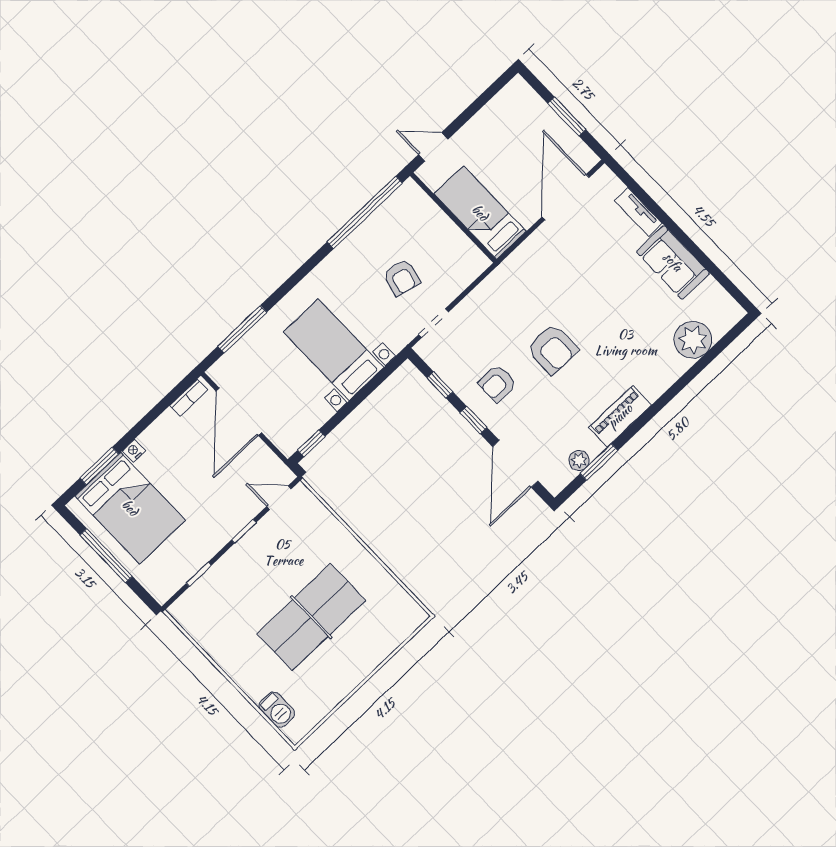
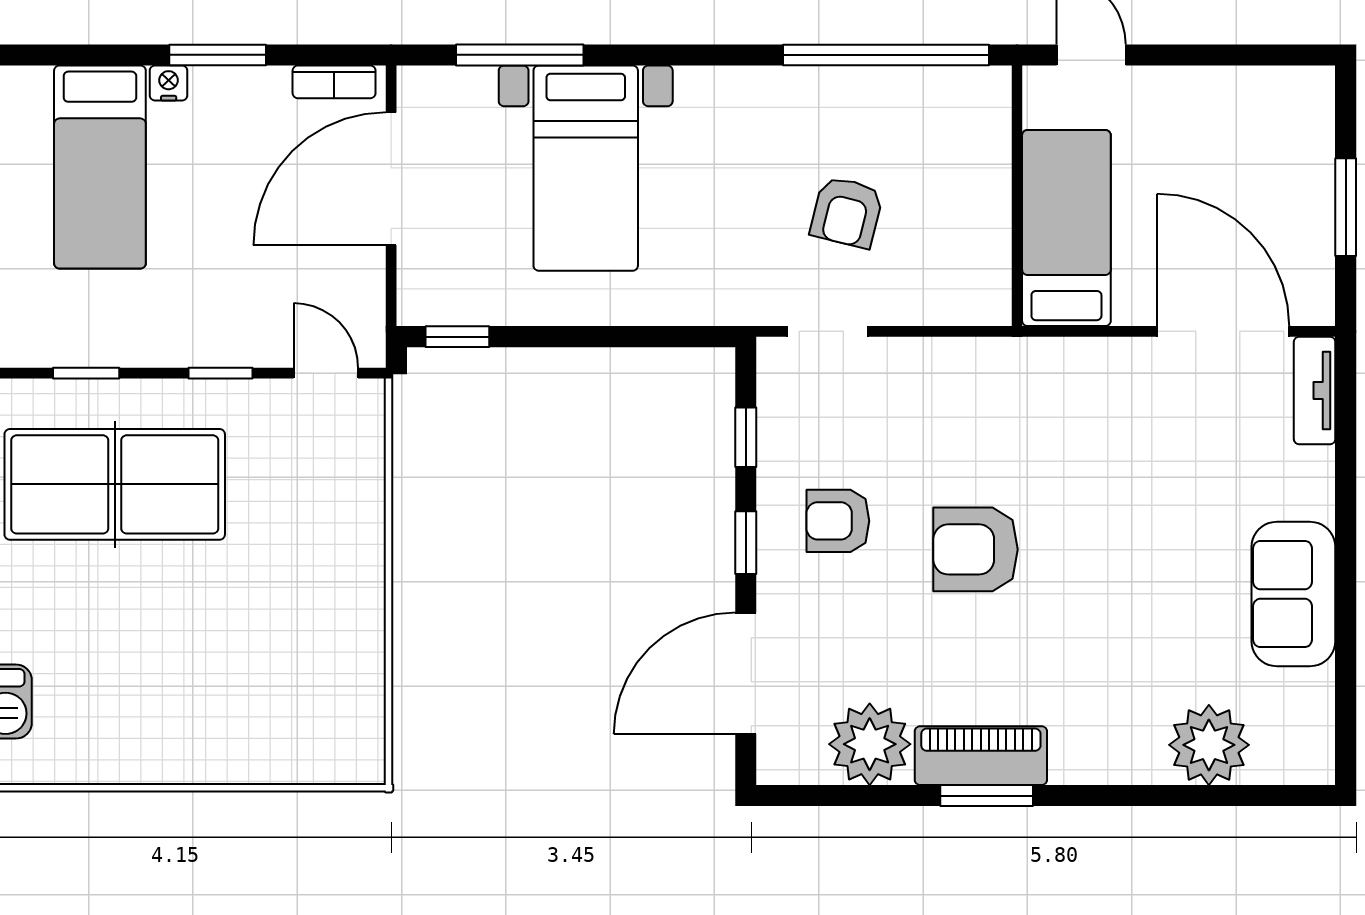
door: (566, 197) -> (1223, 331), hinge flipped
tv unit: (638, 212) -> (1315, 391), moved
armchair: (552, 349) -> (975, 549), turned 90
bed with nightstands: (334, 350) -> (586, 168), moved, turned 180
plant: (579, 460) -> (870, 744), width x1.87, depth x1.87
window: (599, 462) -> (987, 796), moved
window: (99, 466) -> (218, 55), moved
bed: (130, 508) -> (100, 167), width x0.67
table tennis table: (311, 617) -> (115, 484), moved

